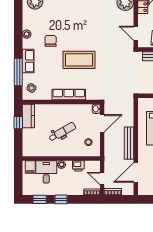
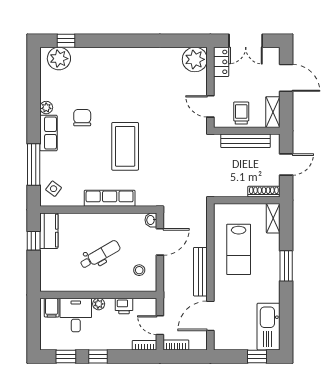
coffee table: (79, 60) -> (125, 146), turned 90
row of seats: (28, 61) -> (48, 133), moved

